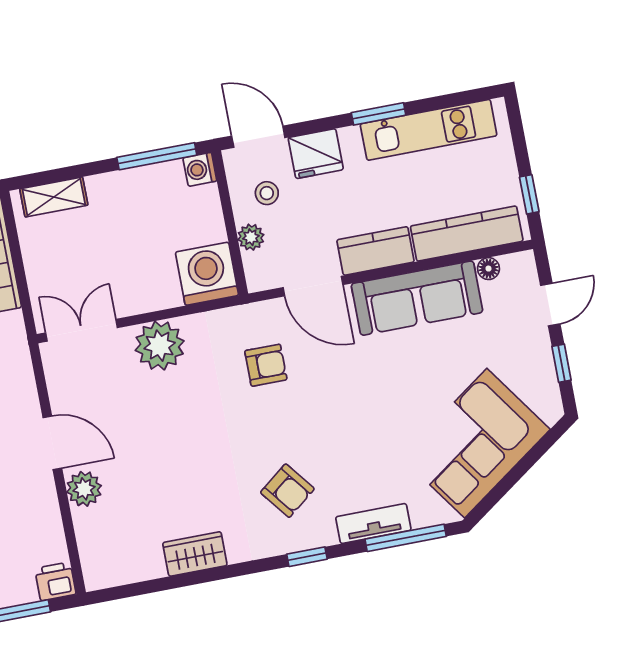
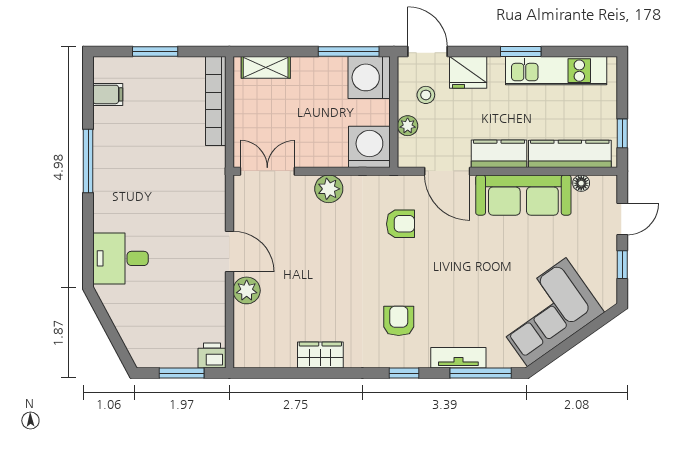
washing machine: (200, 169) -> (369, 77), width x1.89, depth x1.89
plant: (160, 346) -> (329, 189), width x0.73, depth x0.73
armchair: (287, 491) -> (399, 321), turned -142

